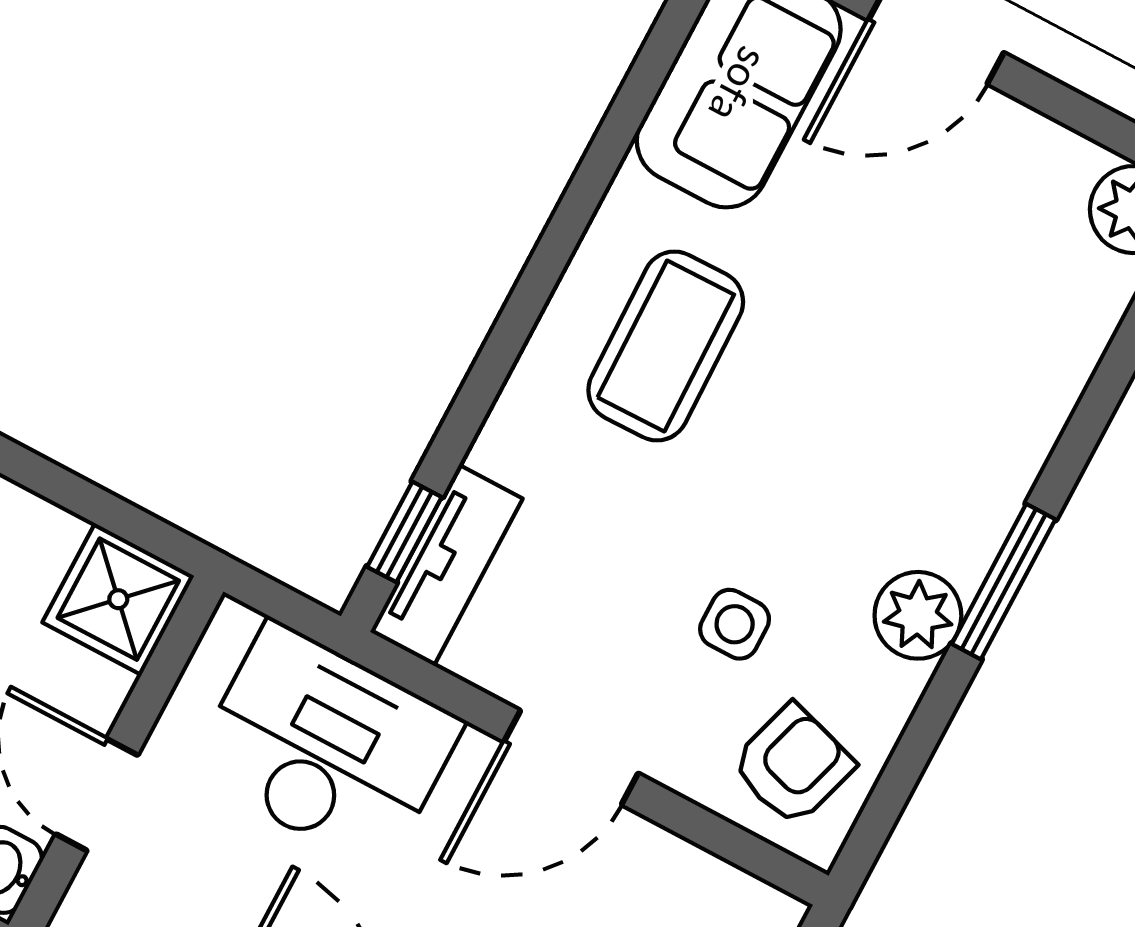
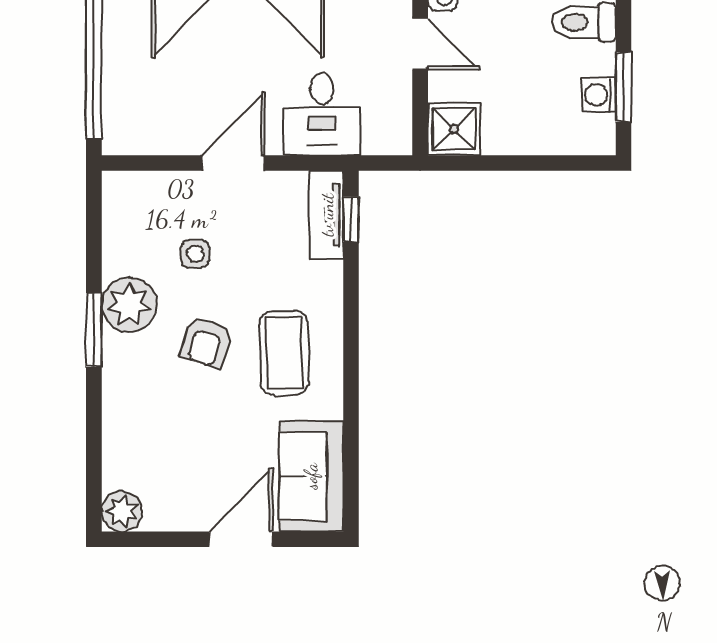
plant: (918, 615) -> (129, 305), width x1.36, depth x1.36
desk: (326, 747) -> (322, 114), width x0.73
armchair: (793, 765) -> (206, 342), moved

